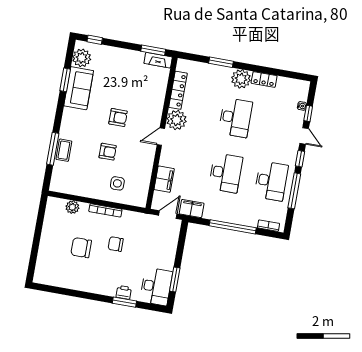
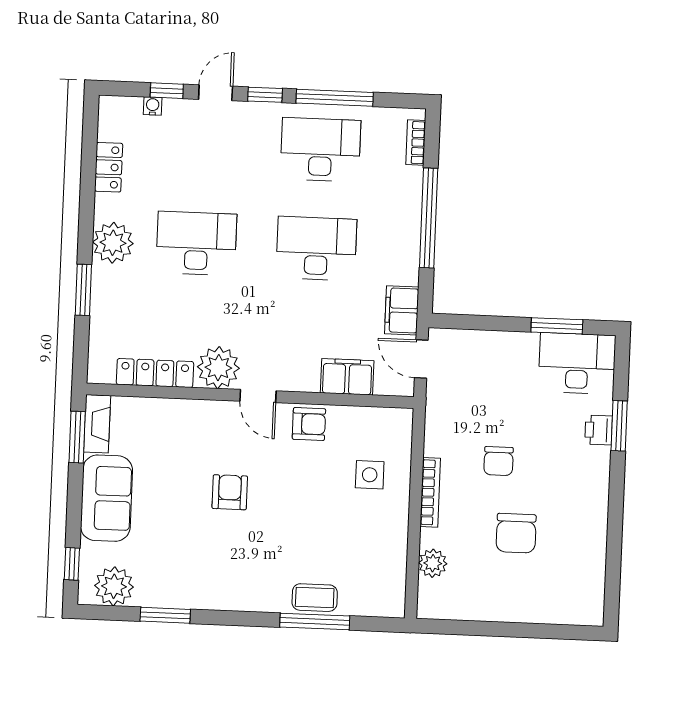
locker: (264, 79) -> (109, 167), moved
sofa: (79, 88) -> (106, 498), moved, turned 90
armchair: (108, 152) -> (309, 424), moved, turned 90

